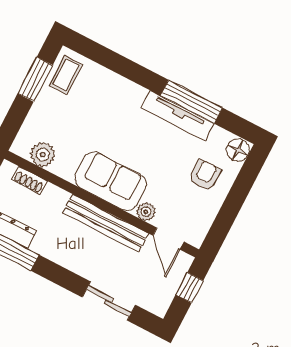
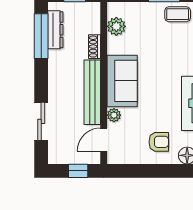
shoe rack: (29, 180) -> (94, 47), moved

